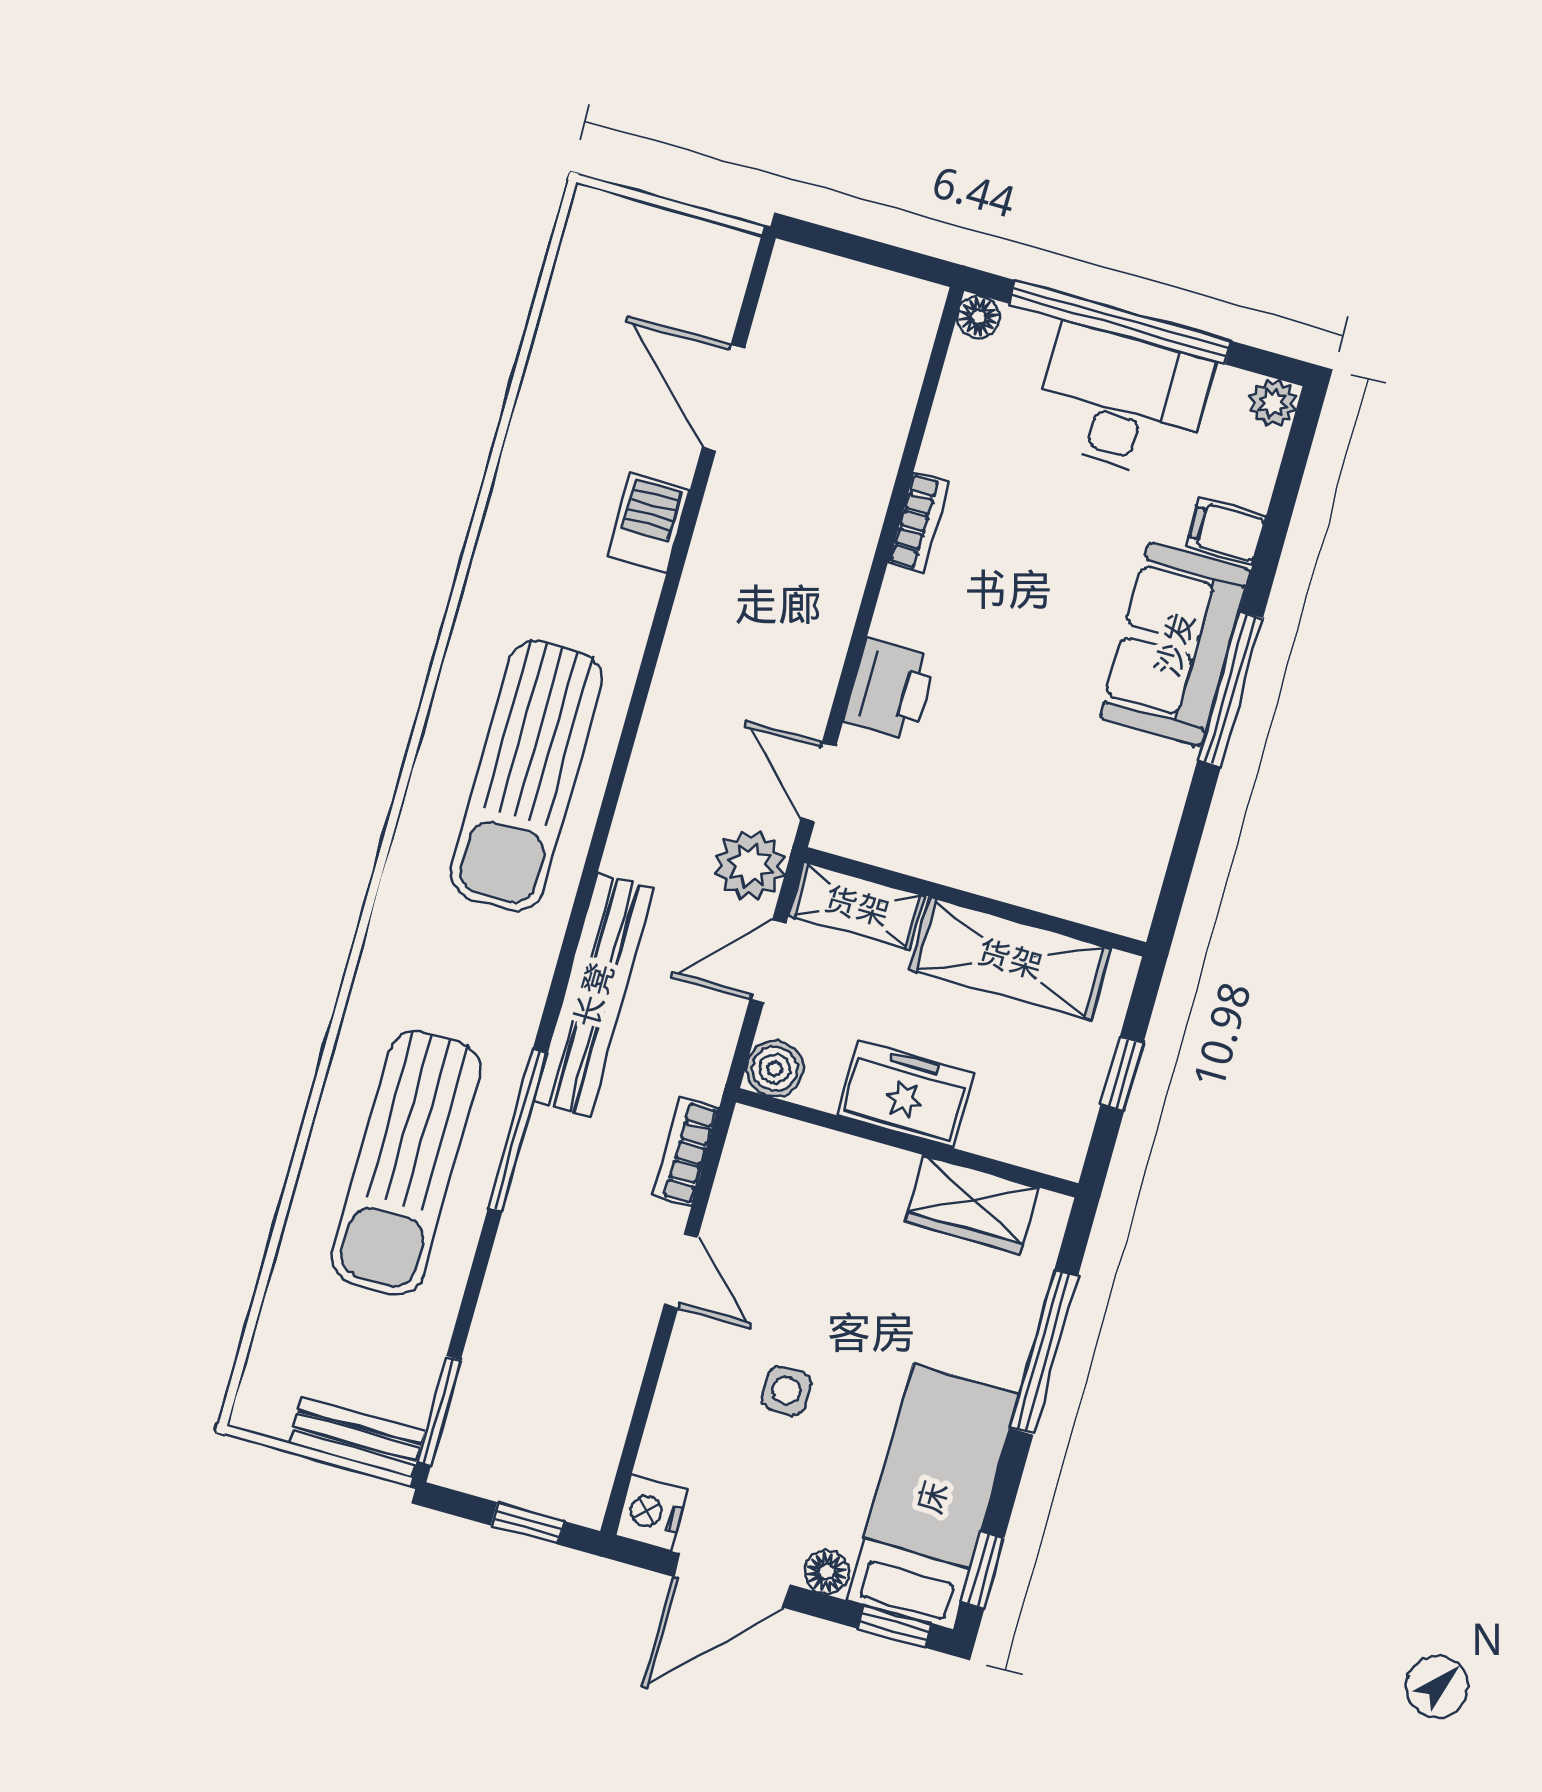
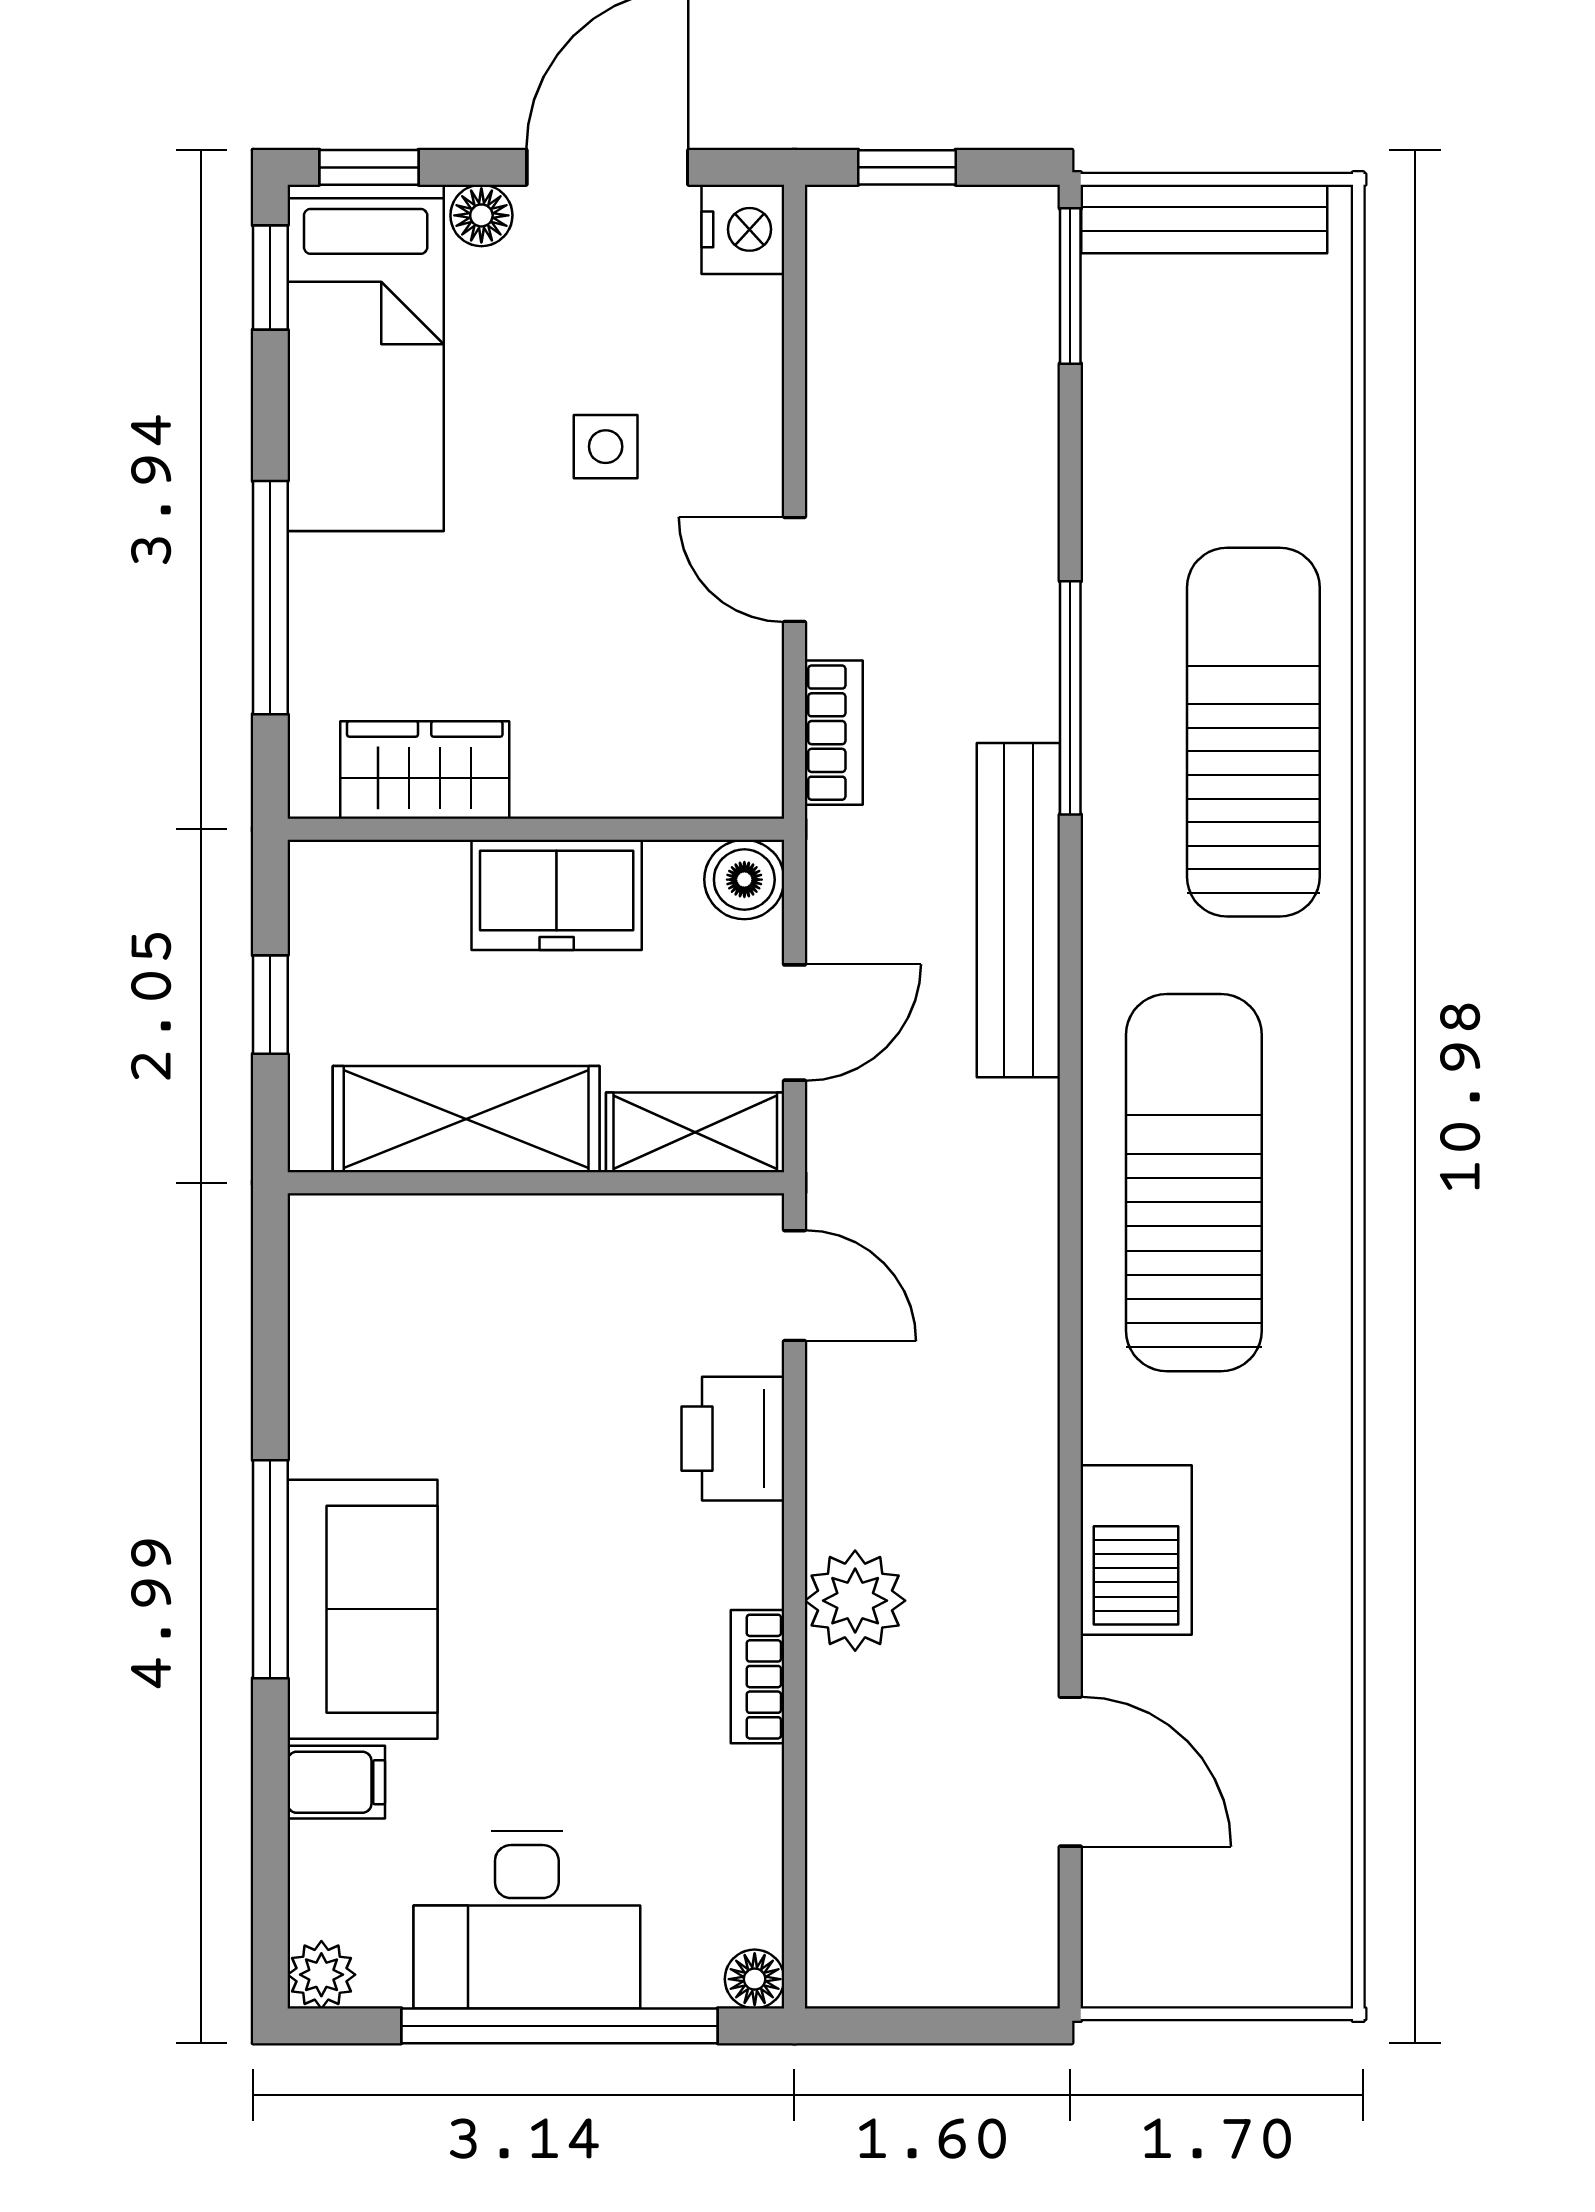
barbecue: (648, 523) -> (1136, 1550), width x1.38, depth x1.27
plant: (750, 866) -> (855, 1601), moved
sun lounger: (406, 1163) -> (1253, 732), moved
bench: (357, 1437) -> (1204, 219), width x1.36

